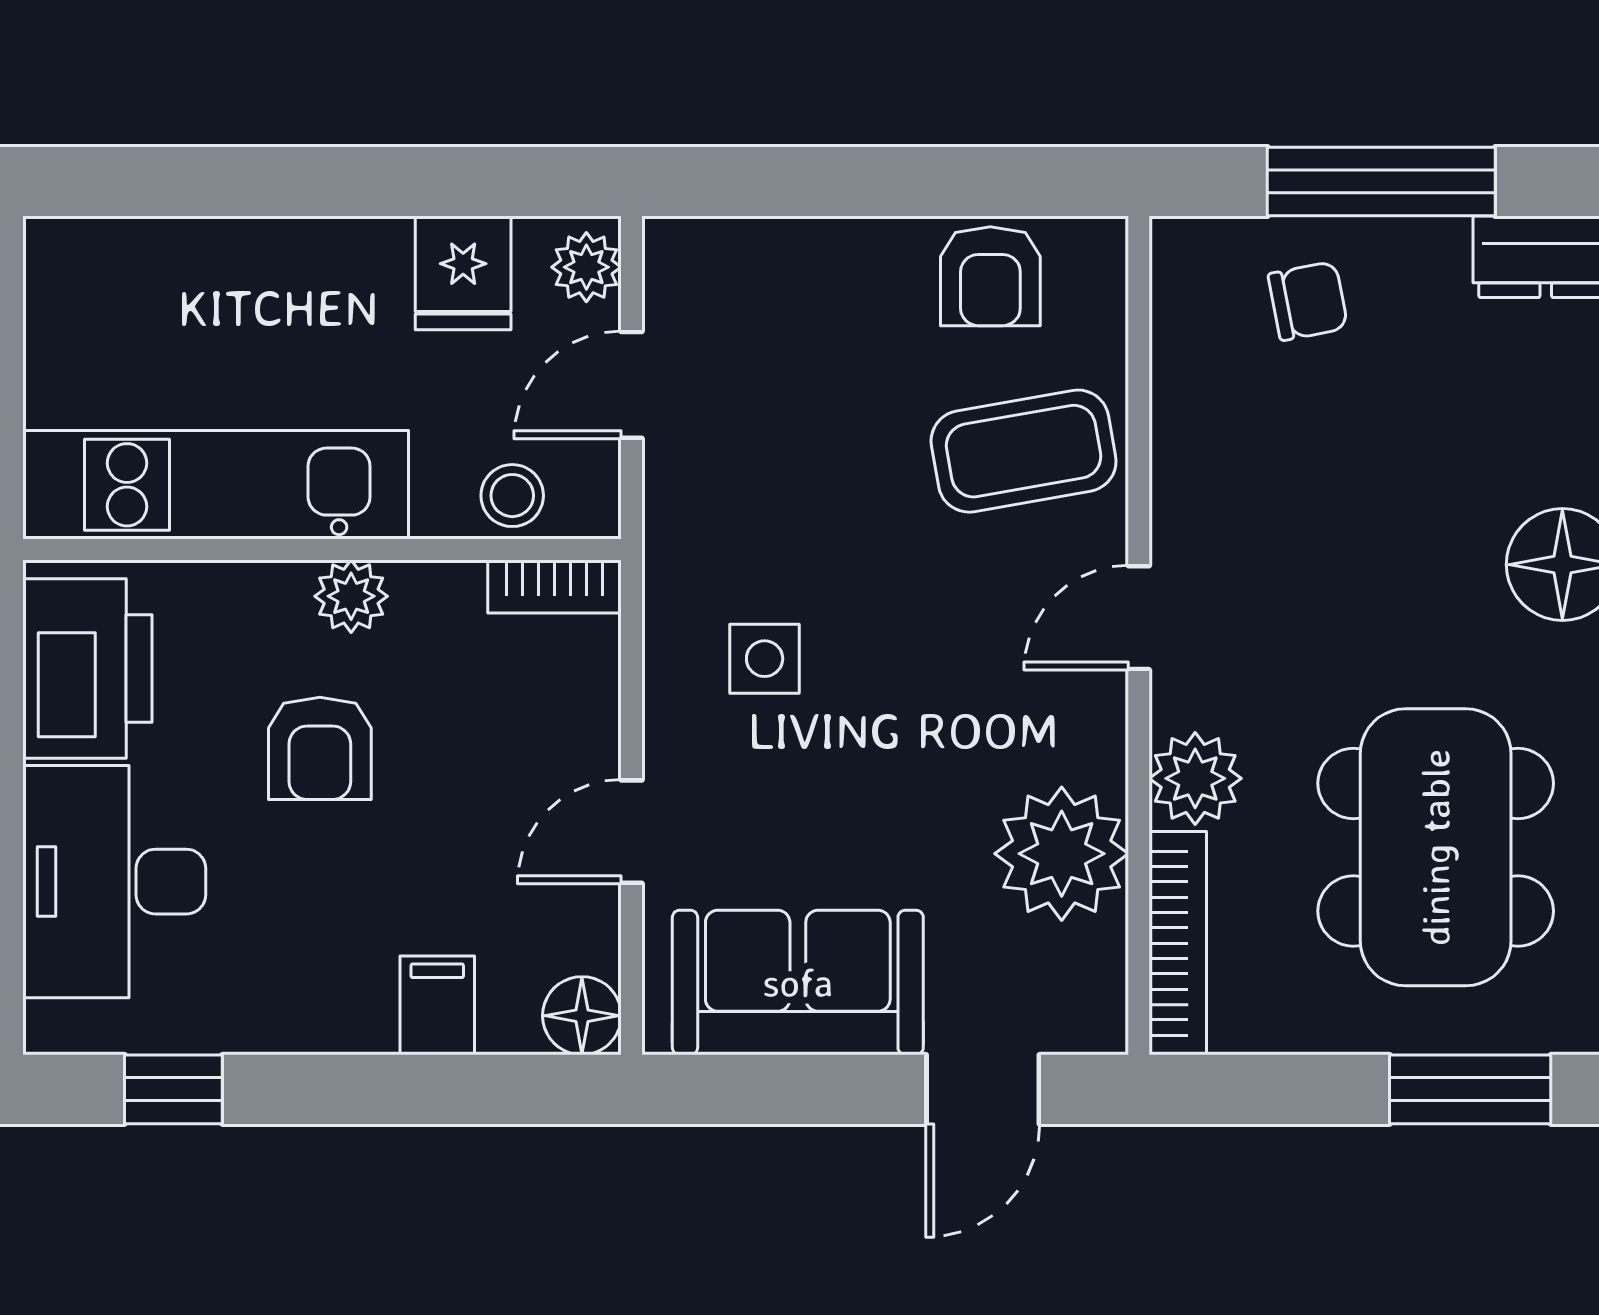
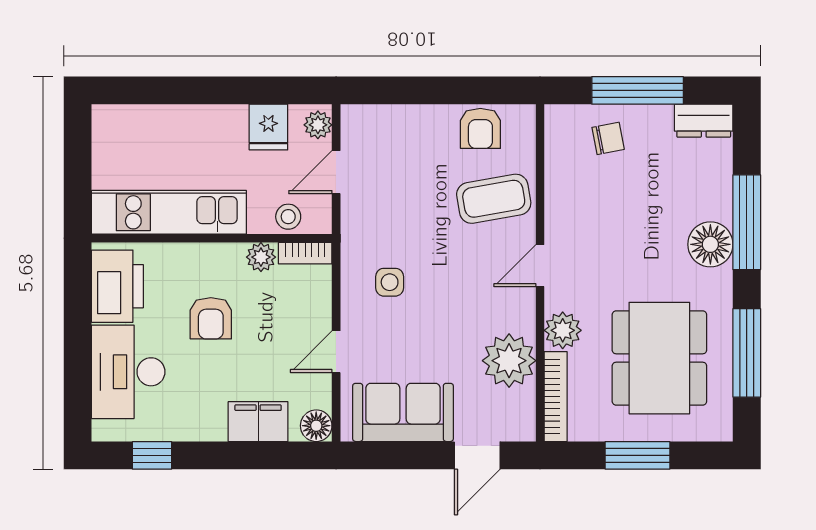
plant: (351, 596) -> (261, 257), moved
filing cabinet: (437, 1005) -> (258, 422), width x2.00
window: (1470, 1089) -> (637, 455), moved

